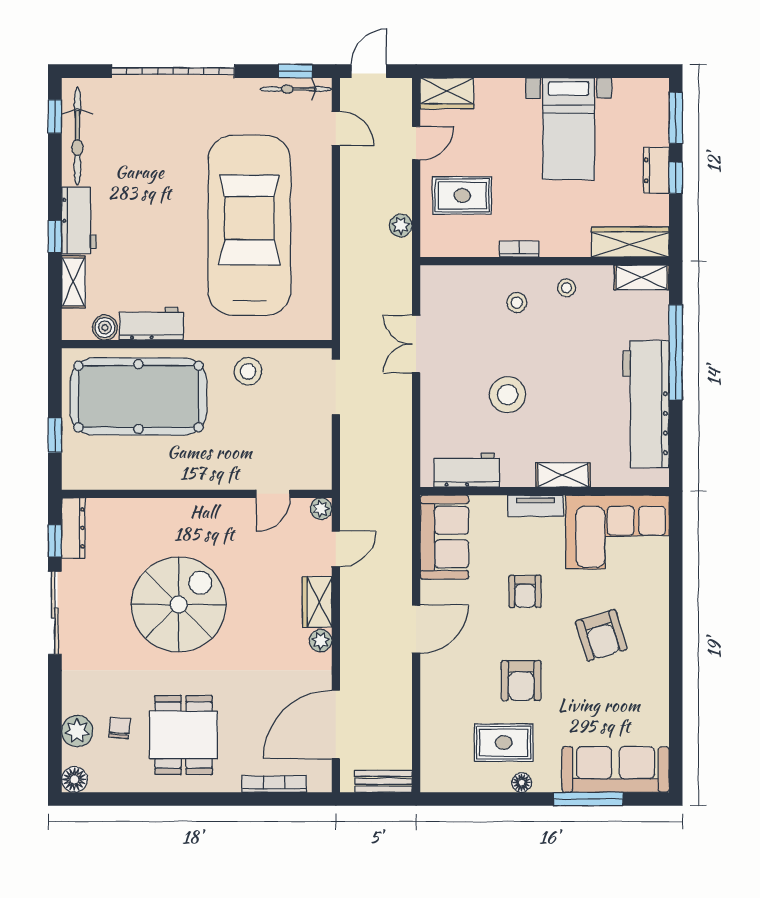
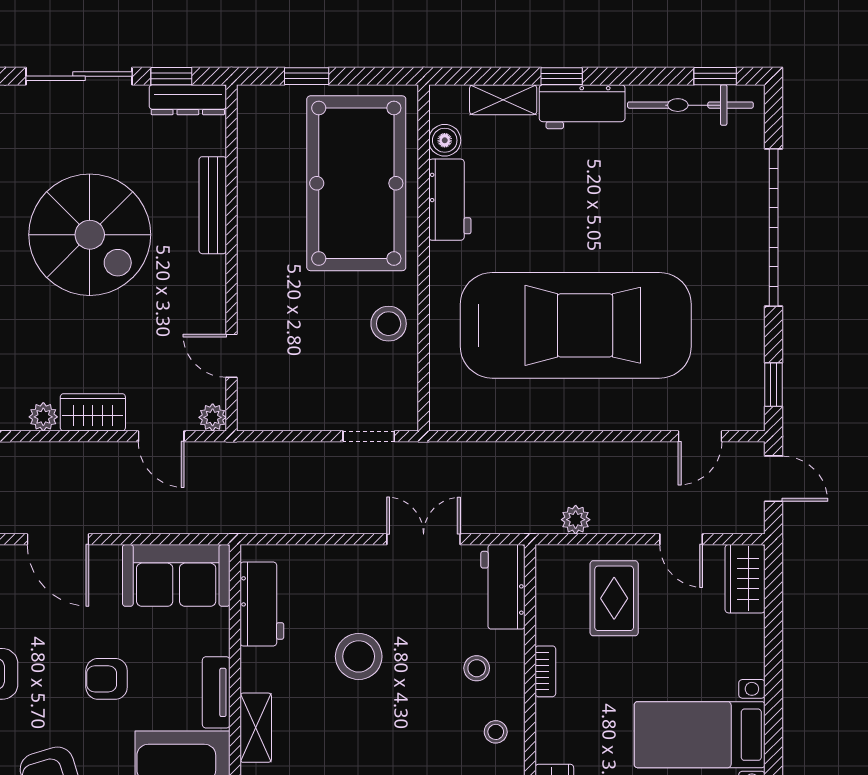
bicycle: (296, 89) -> (750, 385), removed
workbench: (453, 282) -> (503, 587), added
doorway: (336, 387) -> (369, 436), width x0.73
bench: (156, 509) -> (213, 205), added

